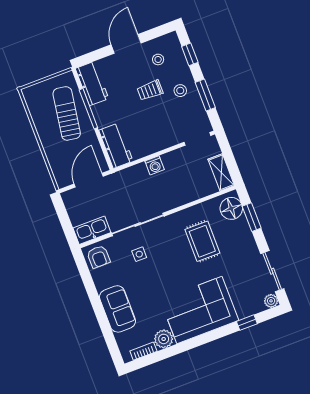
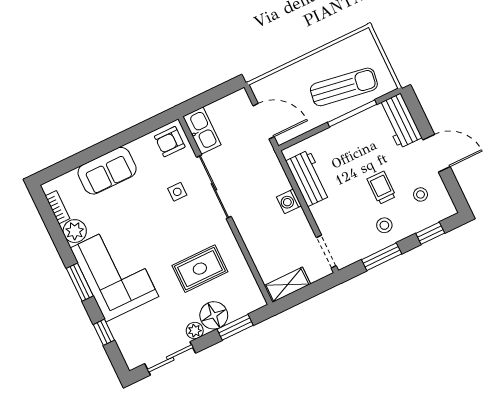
workbench: (92, 84) -> (400, 121), moved, turned 90
workbench: (116, 146) -> (308, 178), moved, turned -90
floor lamp: (231, 208) -> (214, 315), moved
plant: (271, 301) -> (195, 331), moved
window: (205, 338) -> (80, 282), added

